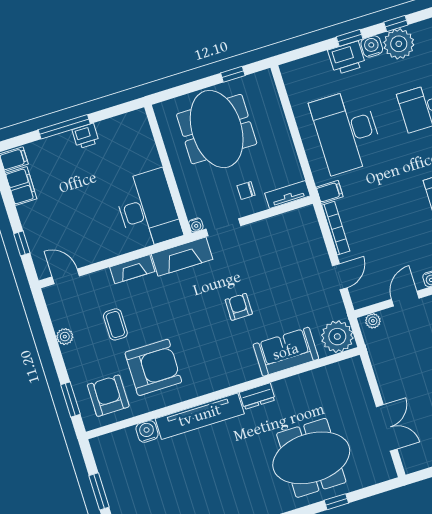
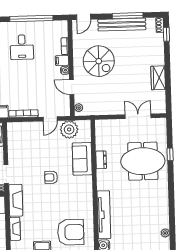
door: (340, 277) -> (50, 119), swing flipped
plant: (337, 337) -> (69, 129), moved
armchair: (153, 367) -> (71, 232), turned 90
dresser: (257, 396) -> (101, 160), moved
meeting table: (311, 458) -> (143, 161), turned 90

